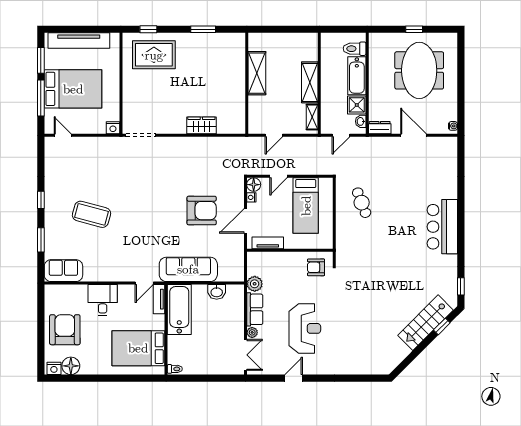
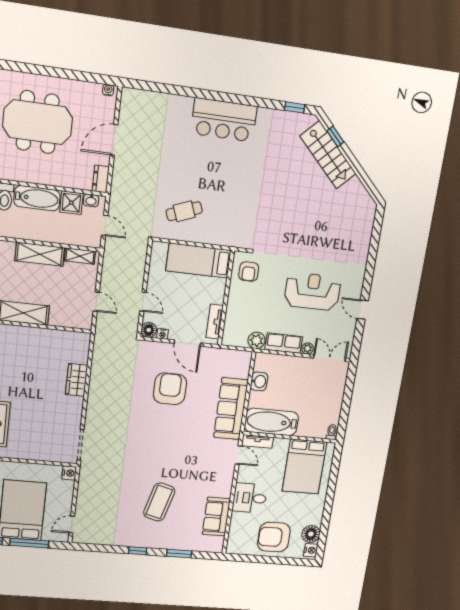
bed: (306, 206) -> (199, 261), moved, turned 180
sofa: (63, 271) -> (216, 517), moved

